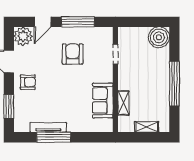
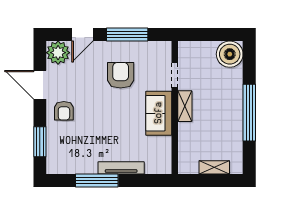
armchair: (28, 82) -> (64, 111), turned 90
sofa: (103, 101) -> (159, 113), moved
shelving: (123, 103) -> (185, 106), moved
tv unit: (48, 127) -> (121, 168), moved

